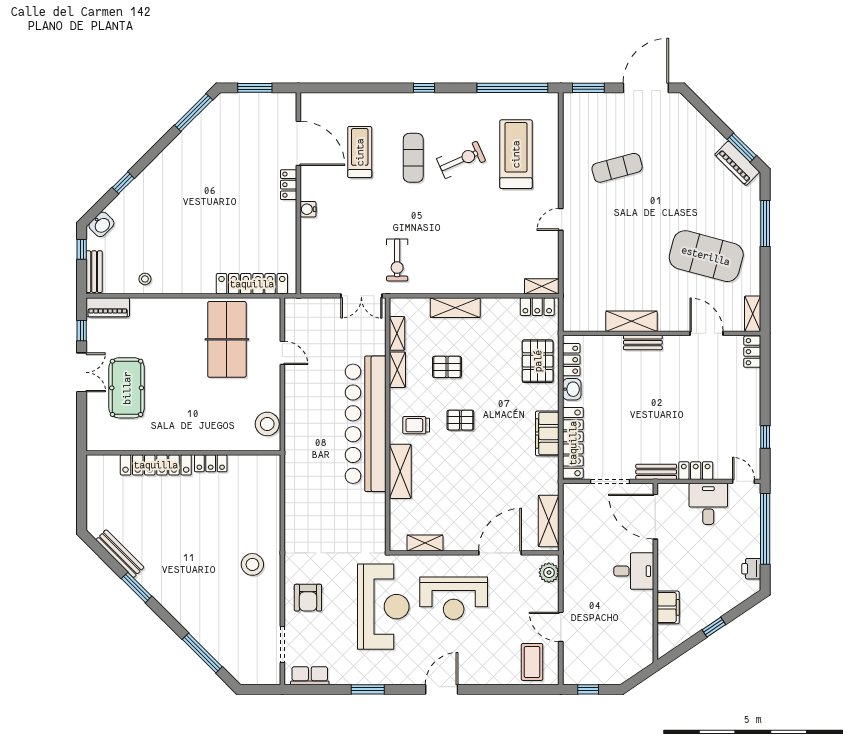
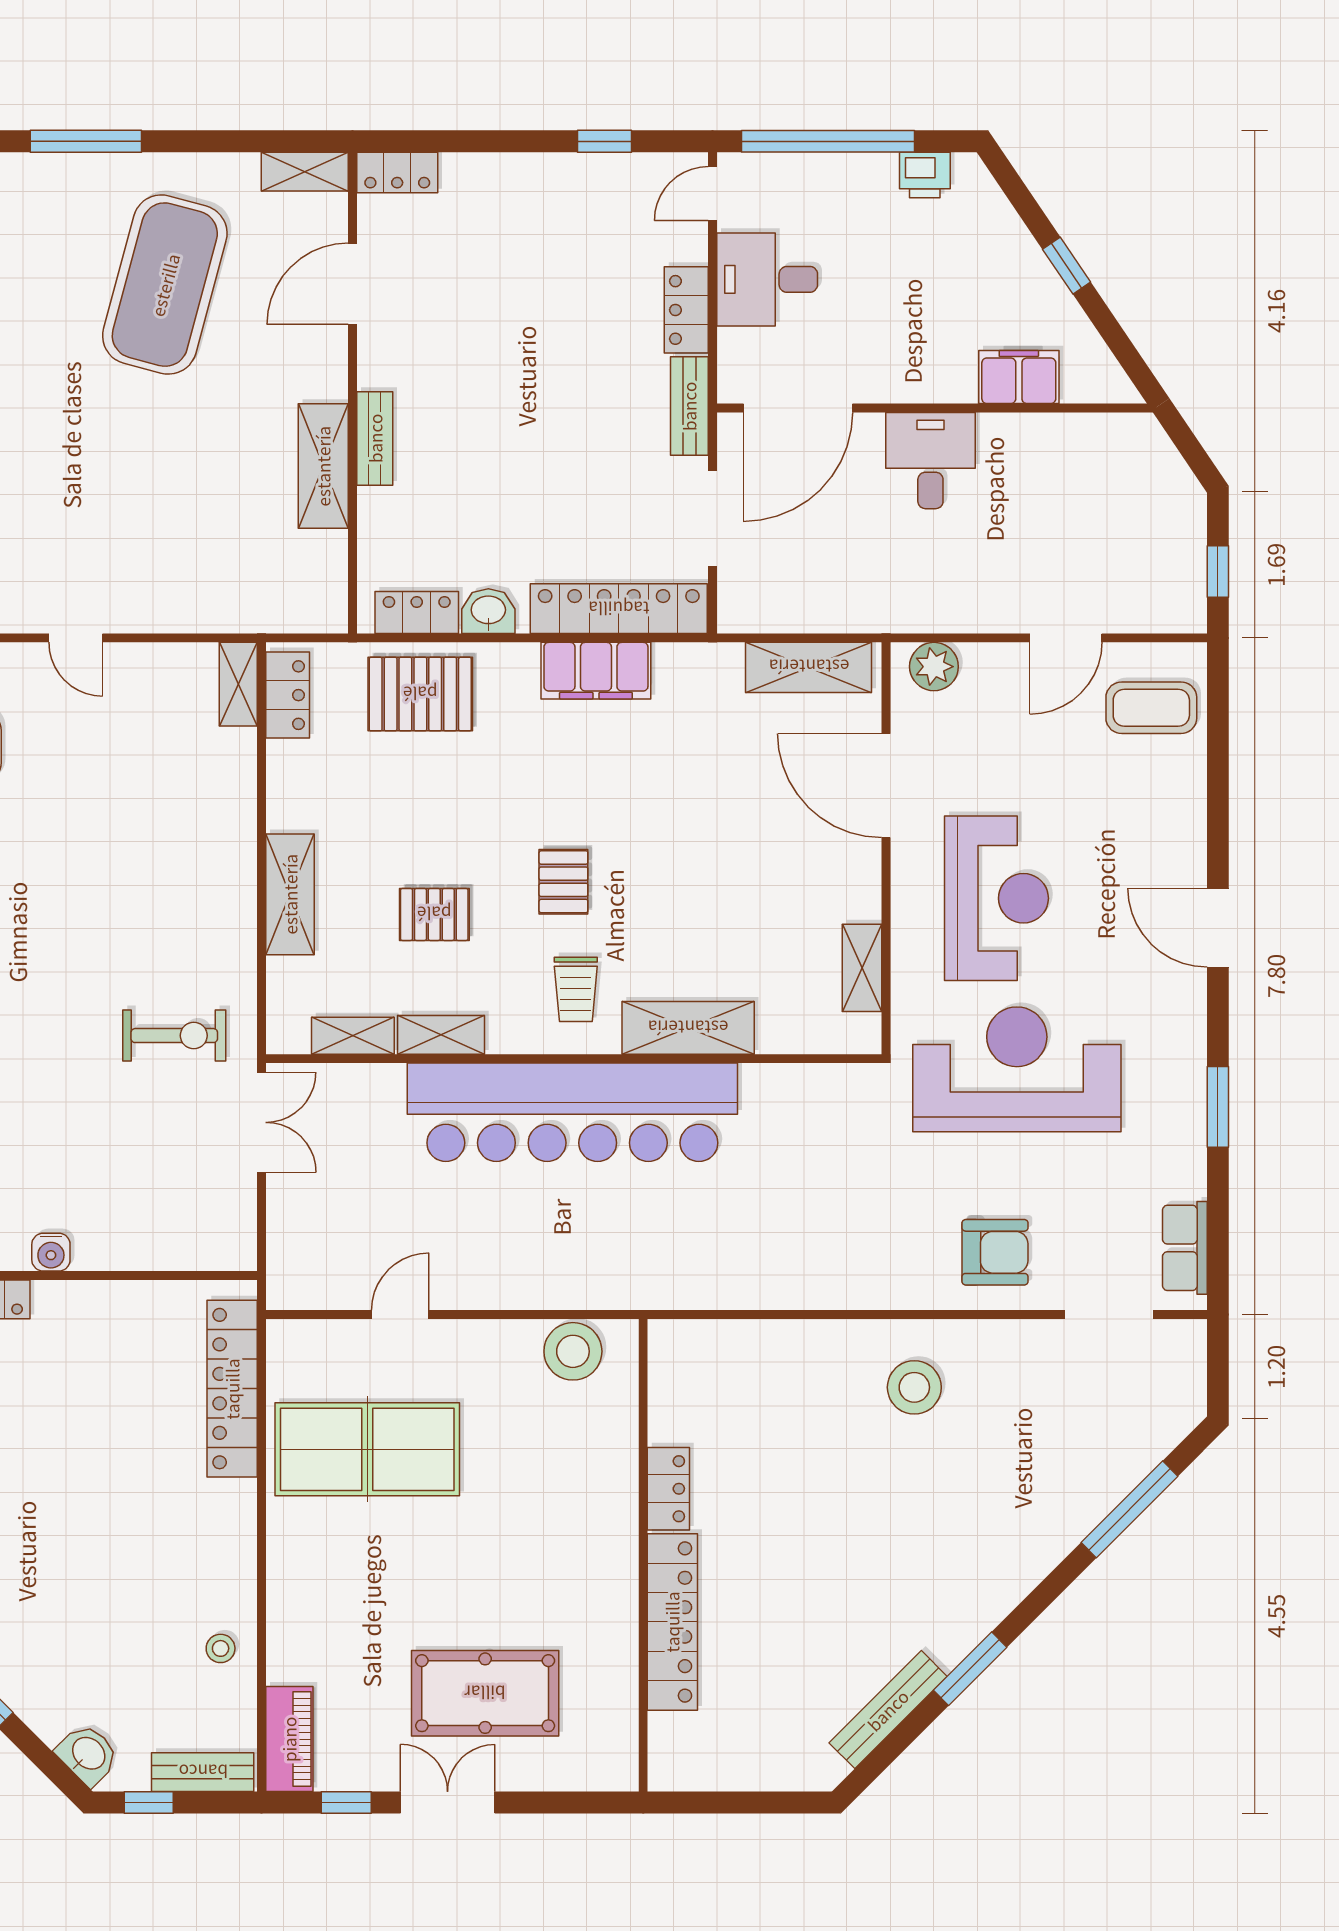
pallet: (447, 367) -> (434, 914), turned 90

